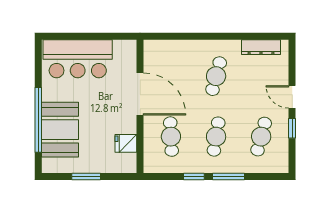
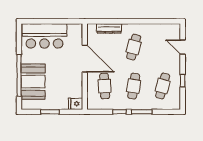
dresser: (261, 47) -> (109, 28), moved
door: (292, 97) -> (183, 47), moved
fridge: (126, 143) -> (76, 104), moved

